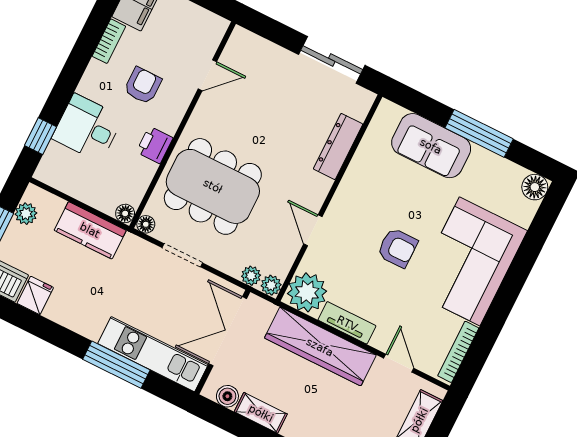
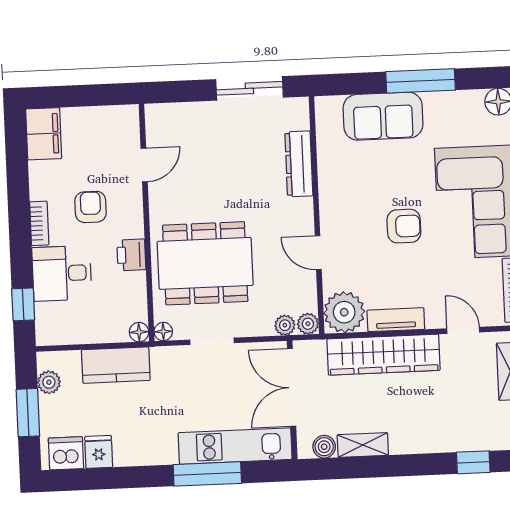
bookcase: (109, 41) -> (39, 223), moved

